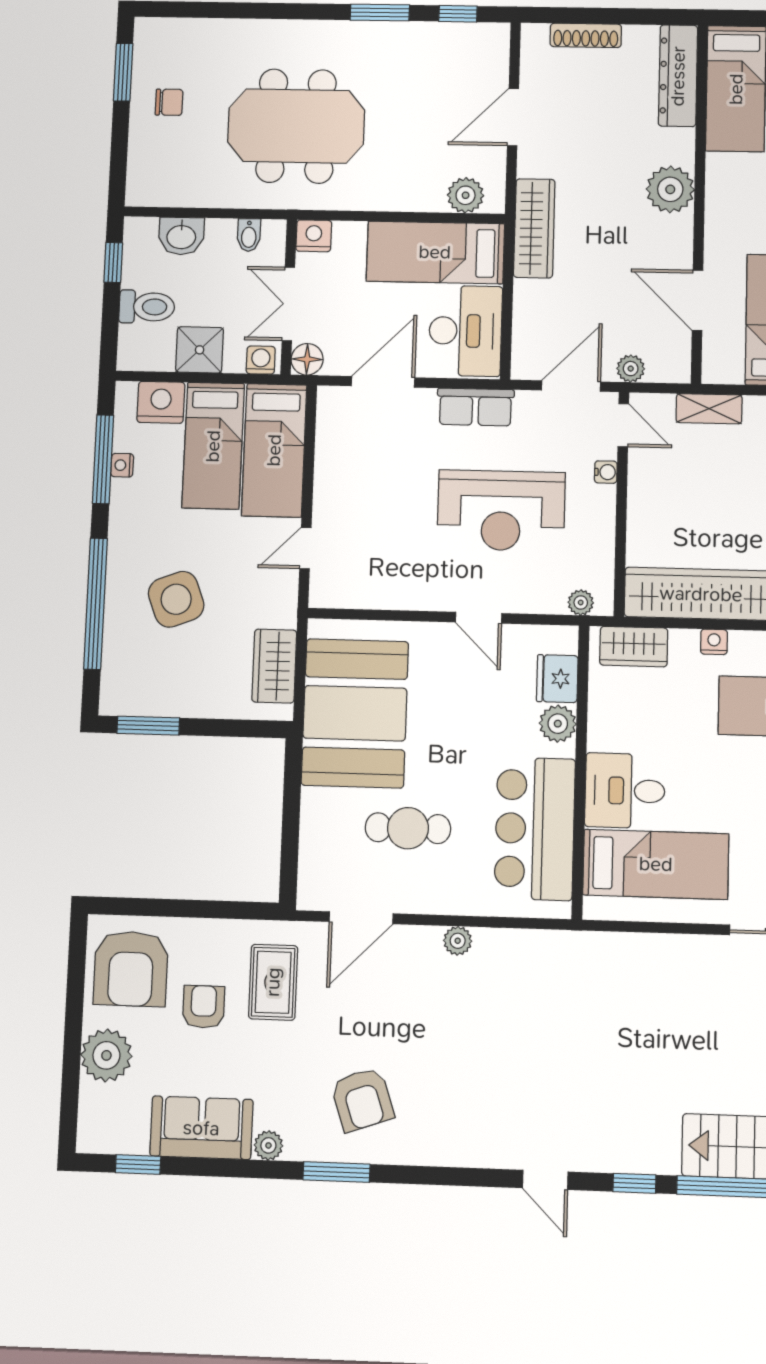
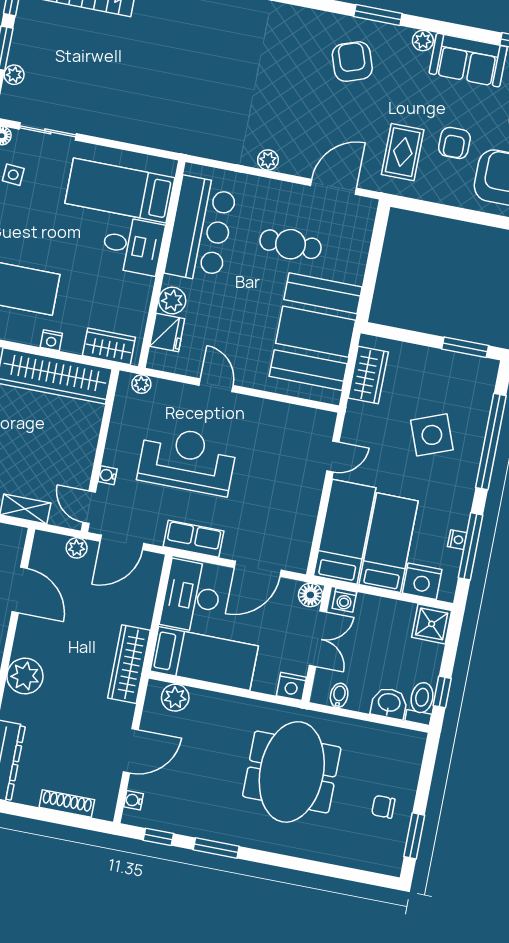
water cooler: (499, 54) -> (133, 800), added
meeting table: (296, 126) -> (292, 772), turned 90
toilet: (147, 307) -> (421, 703), moved, turned 90
shower: (200, 350) -> (432, 624), moved

